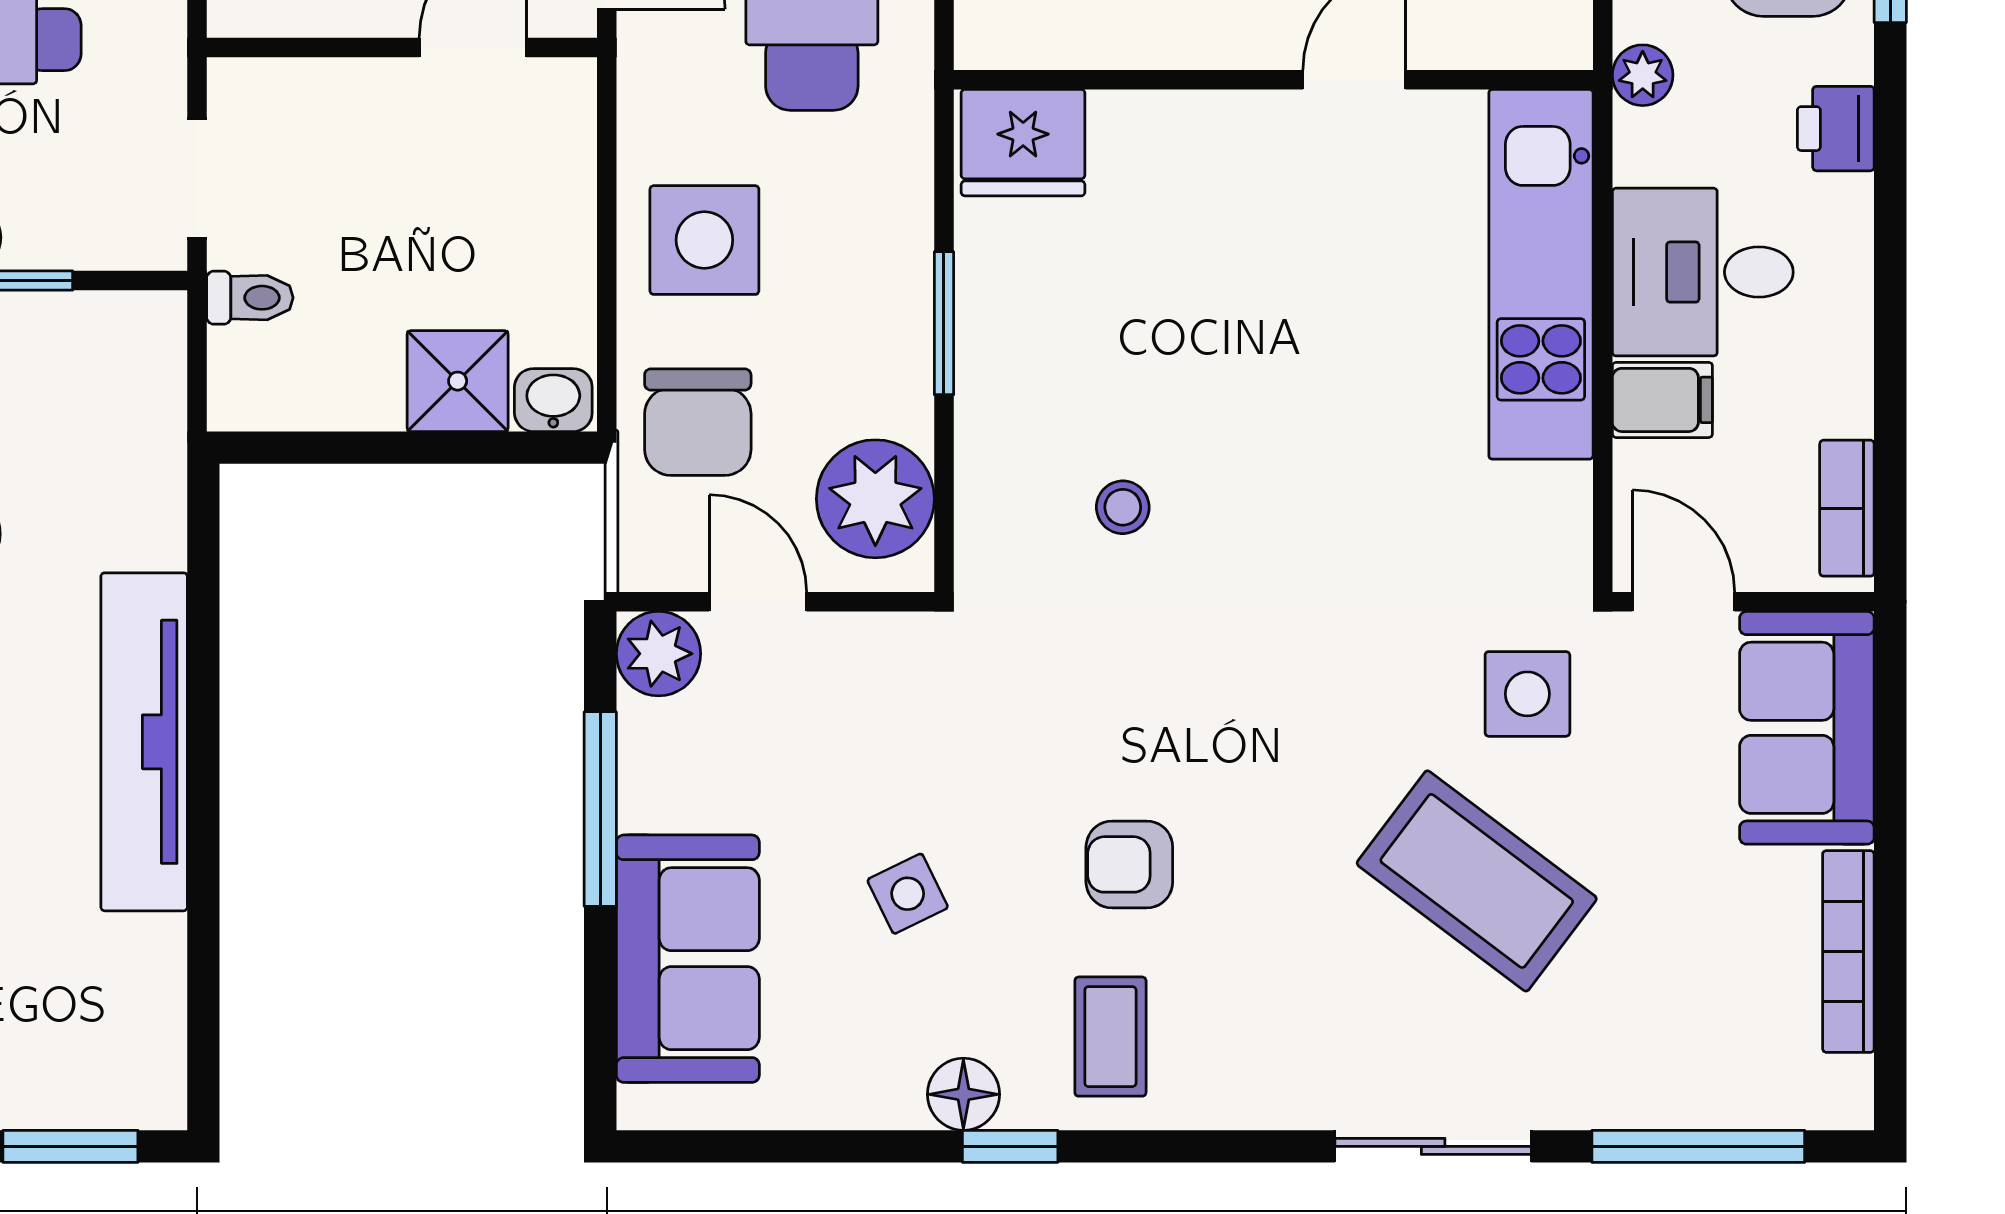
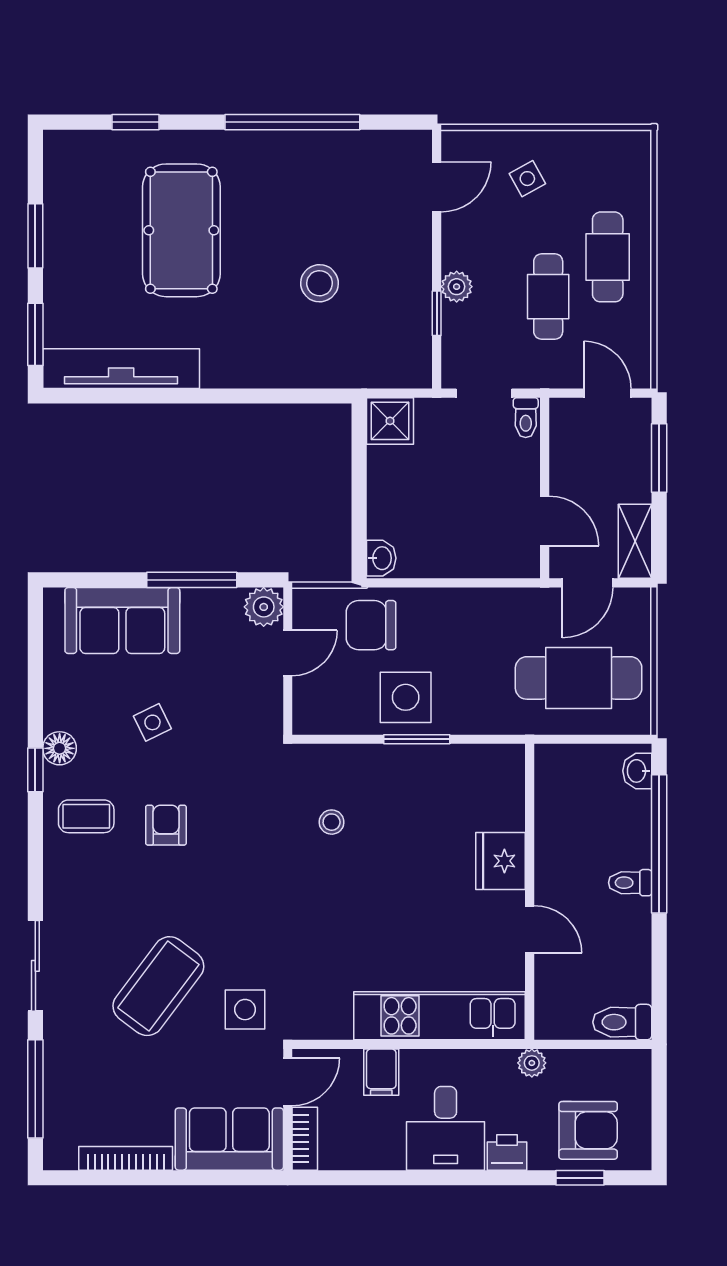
fridge: (1023, 143) -> (501, 861), moved
side table: (704, 240) -> (406, 697), moved
desk: (1703, 272) -> (446, 1128), moved, turned 180
toilet: (250, 298) -> (526, 418), moved
shower: (458, 381) -> (390, 421), moved
plant: (875, 499) -> (335, 707), removed
bookcase: (1847, 508) -> (305, 1139), moved, turned 90
tv unit: (144, 742) -> (121, 369), moved

